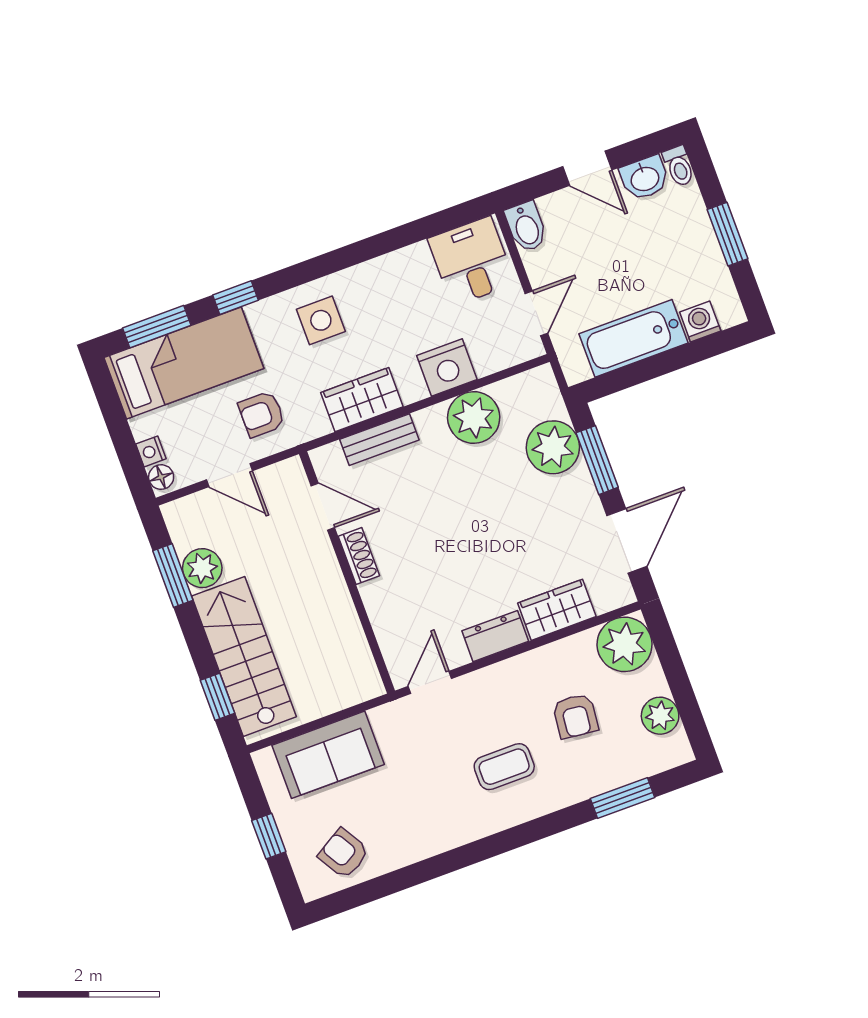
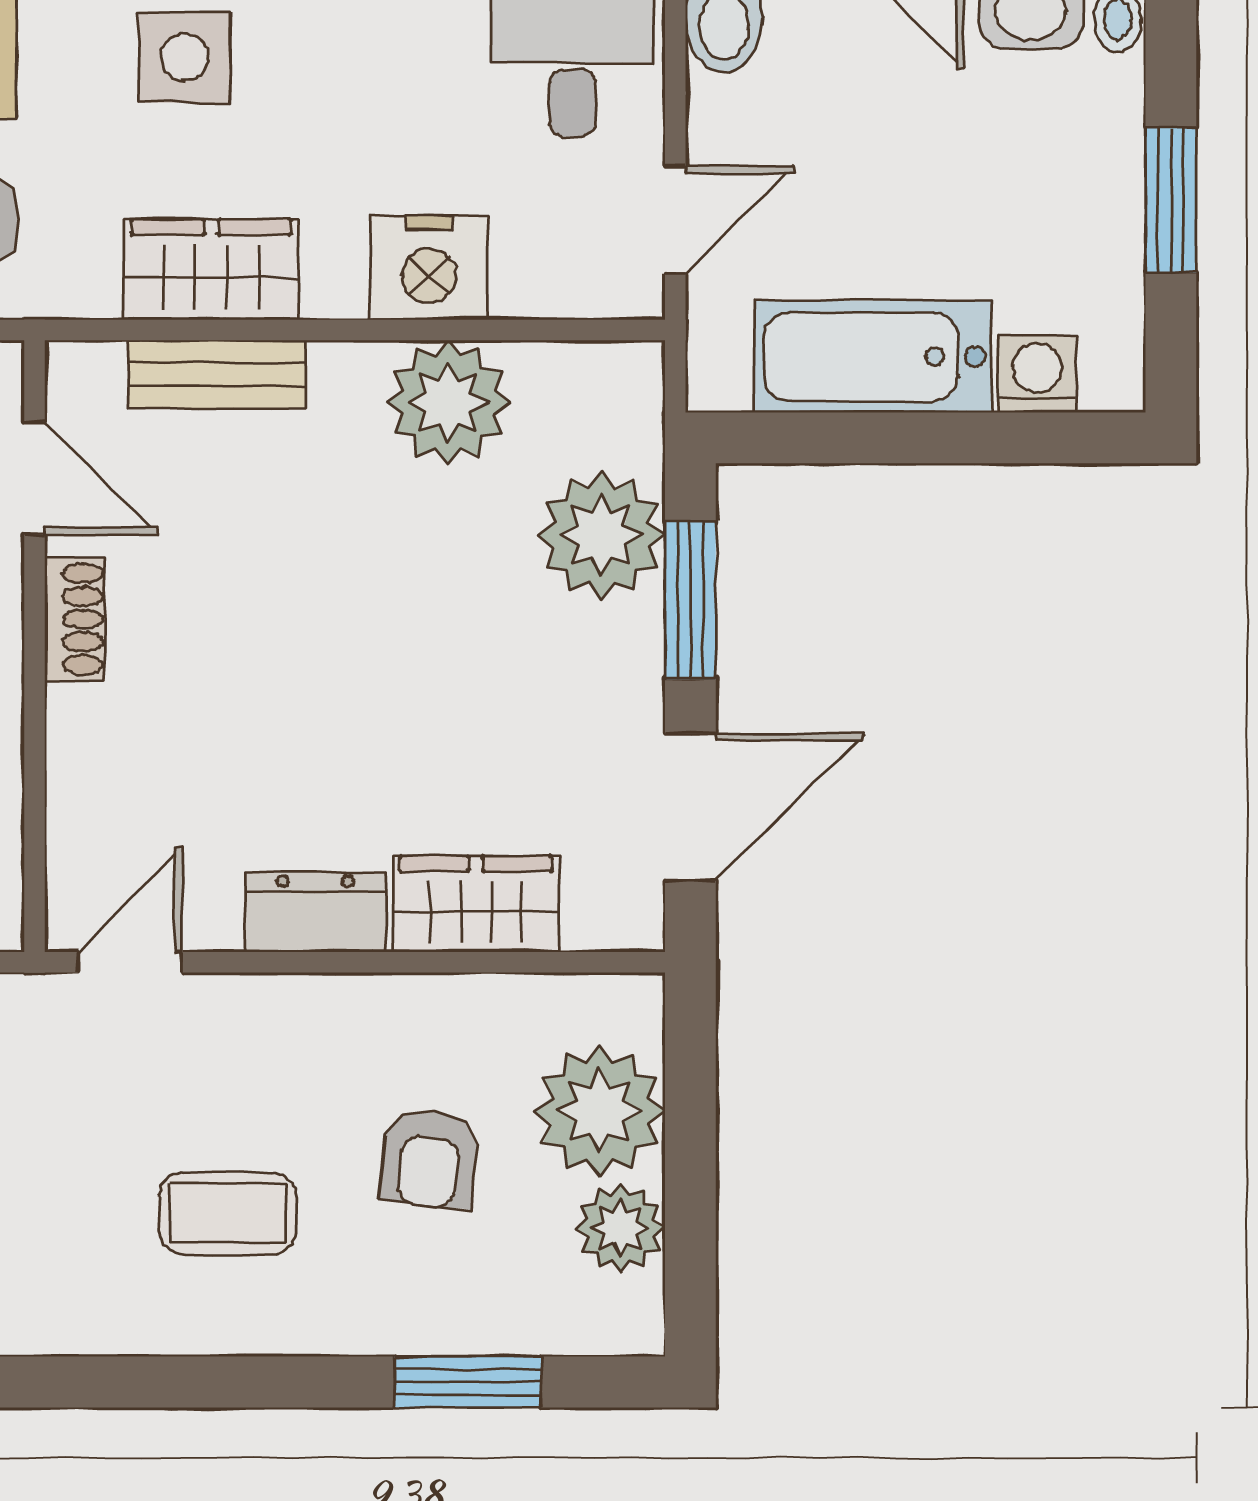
plant: (625, 644) -> (600, 1111), moved

